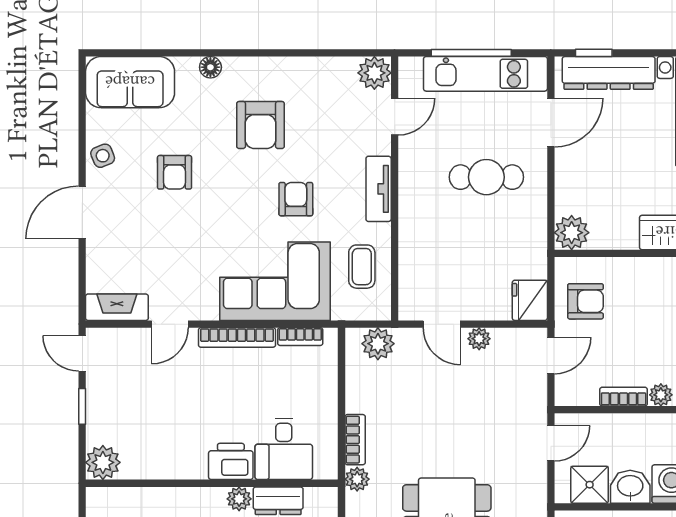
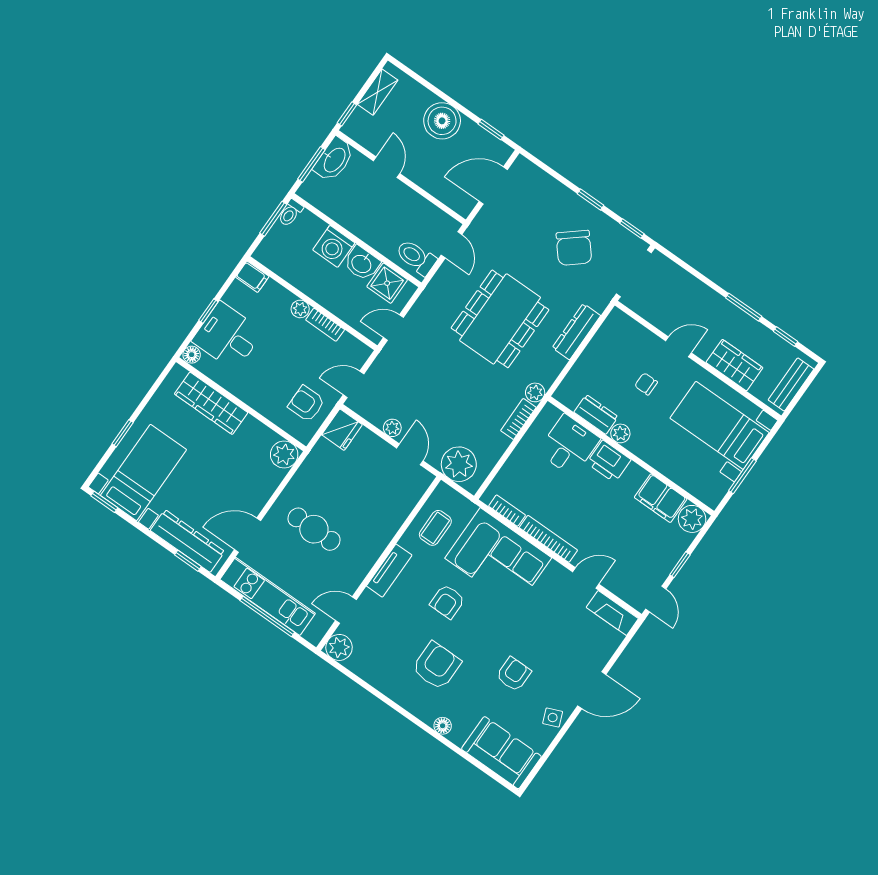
plant: (378, 344) -> (459, 464), width x1.36, depth x1.36
filing cabinet: (150, 461) -> (661, 498), added

